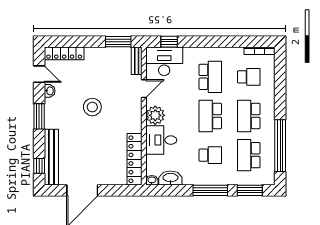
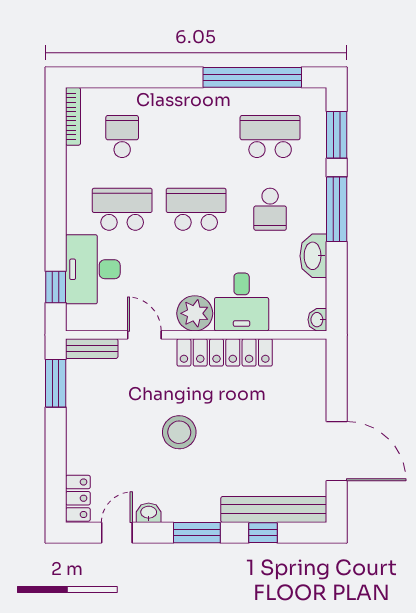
locker: (64, 53) -> (78, 498), width x0.66
desk: (164, 61) -> (93, 269), moved
school desk: (210, 116) -> (196, 209), turned 180
school desk: (249, 116) -> (196, 136), removed
school desk: (210, 155) -> (270, 209), turned 180
school desk: (249, 155) -> (270, 136), turned 180
locker: (135, 159) -> (225, 352), moved
window: (39, 166) -> (263, 533), moved
washbasin: (170, 178) -> (313, 256), moved

